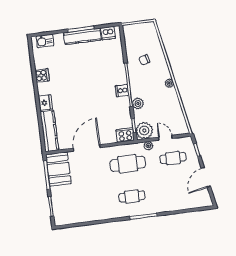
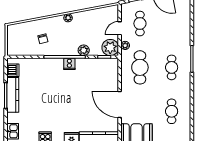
cooker: (125, 135) -> (112, 66), removed
cafe table: (87, 202) -> (172, 111), added

